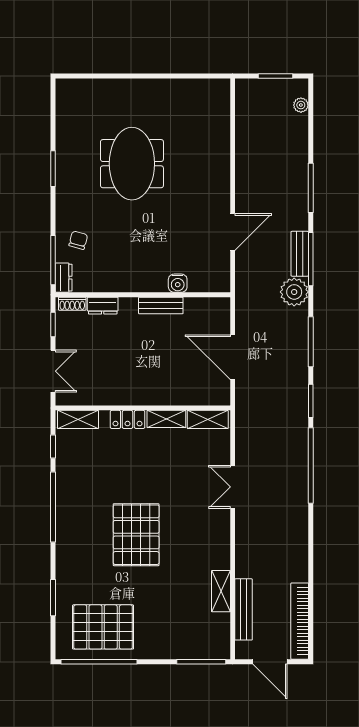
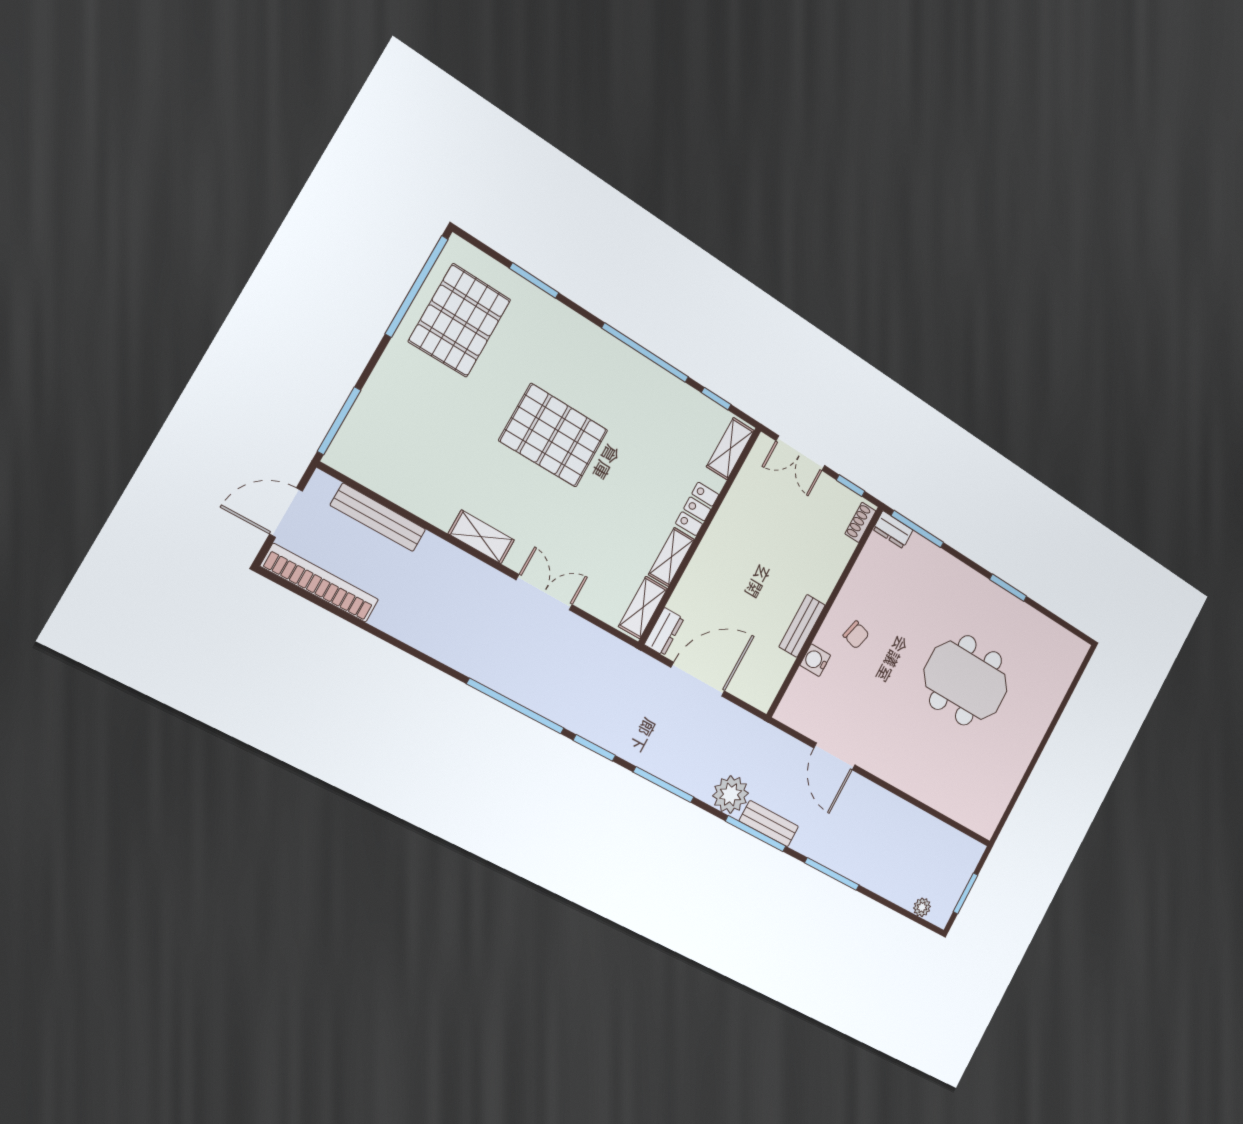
chair: (78, 240) -> (856, 635), moved
dresser: (103, 306) -> (664, 632), moved, turned 180
shelving: (221, 591) -> (481, 537), moved

